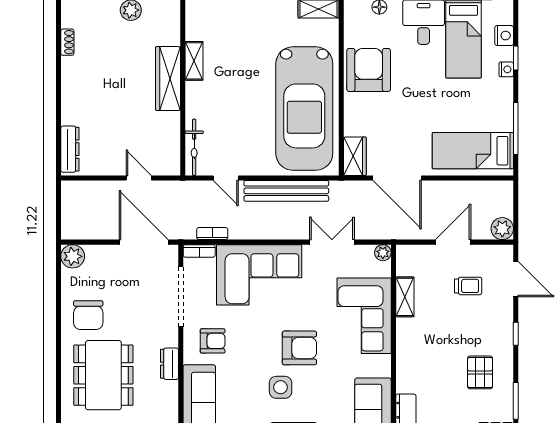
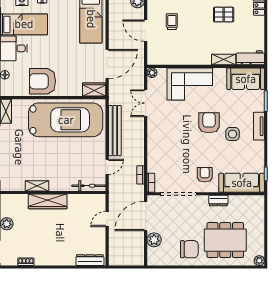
plant: (73, 256) -> (154, 240), moved
corner sofa: (259, 275) -> (165, 147), removed
shelving: (405, 297) -> (224, 60), moved

